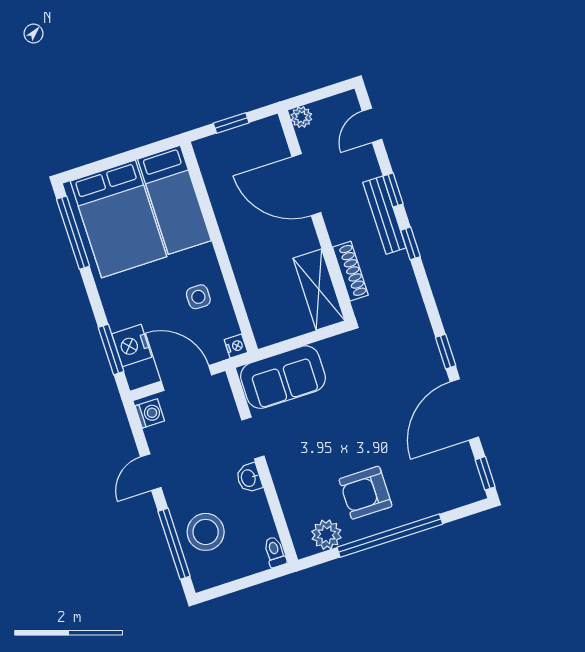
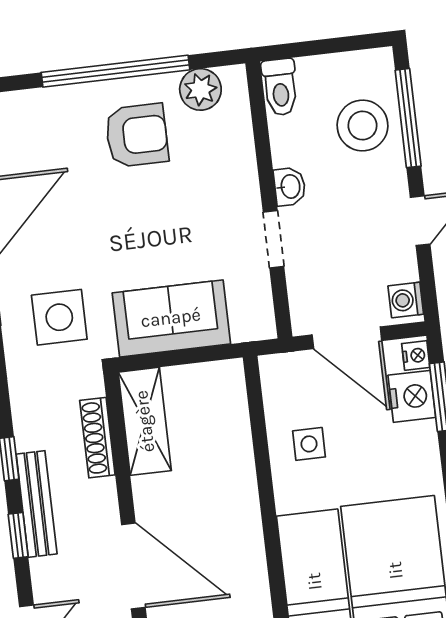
nightstand: (236, 346) -> (416, 355), moved, turned 180
side table: (395, 352) -> (59, 317), added
sofa: (283, 377) -> (171, 318), moved
toilet: (275, 552) -> (280, 87), width x1.37, depth x1.39

